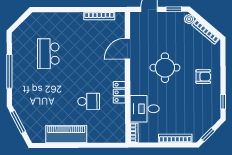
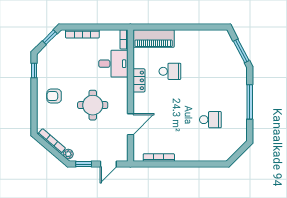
school desk: (48, 54) -> (210, 120), width x0.54
school desk: (89, 101) -> (170, 71), turned 180
piano: (66, 134) -> (154, 38), moved

